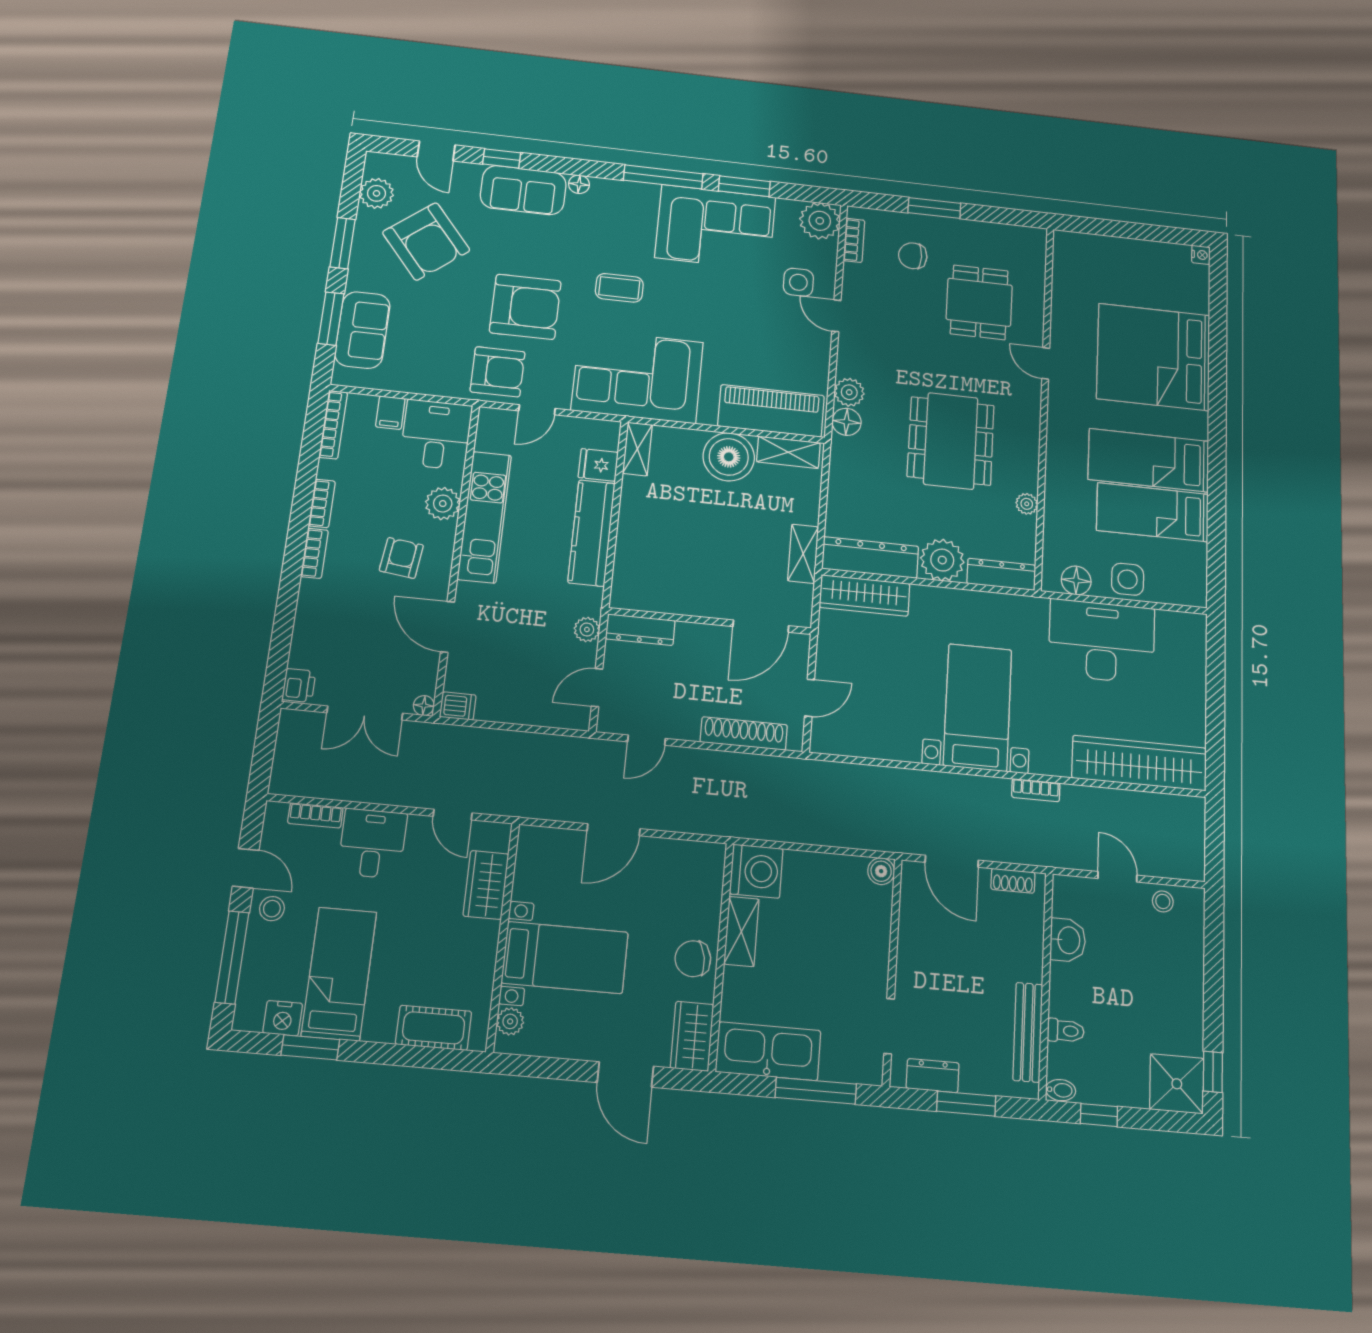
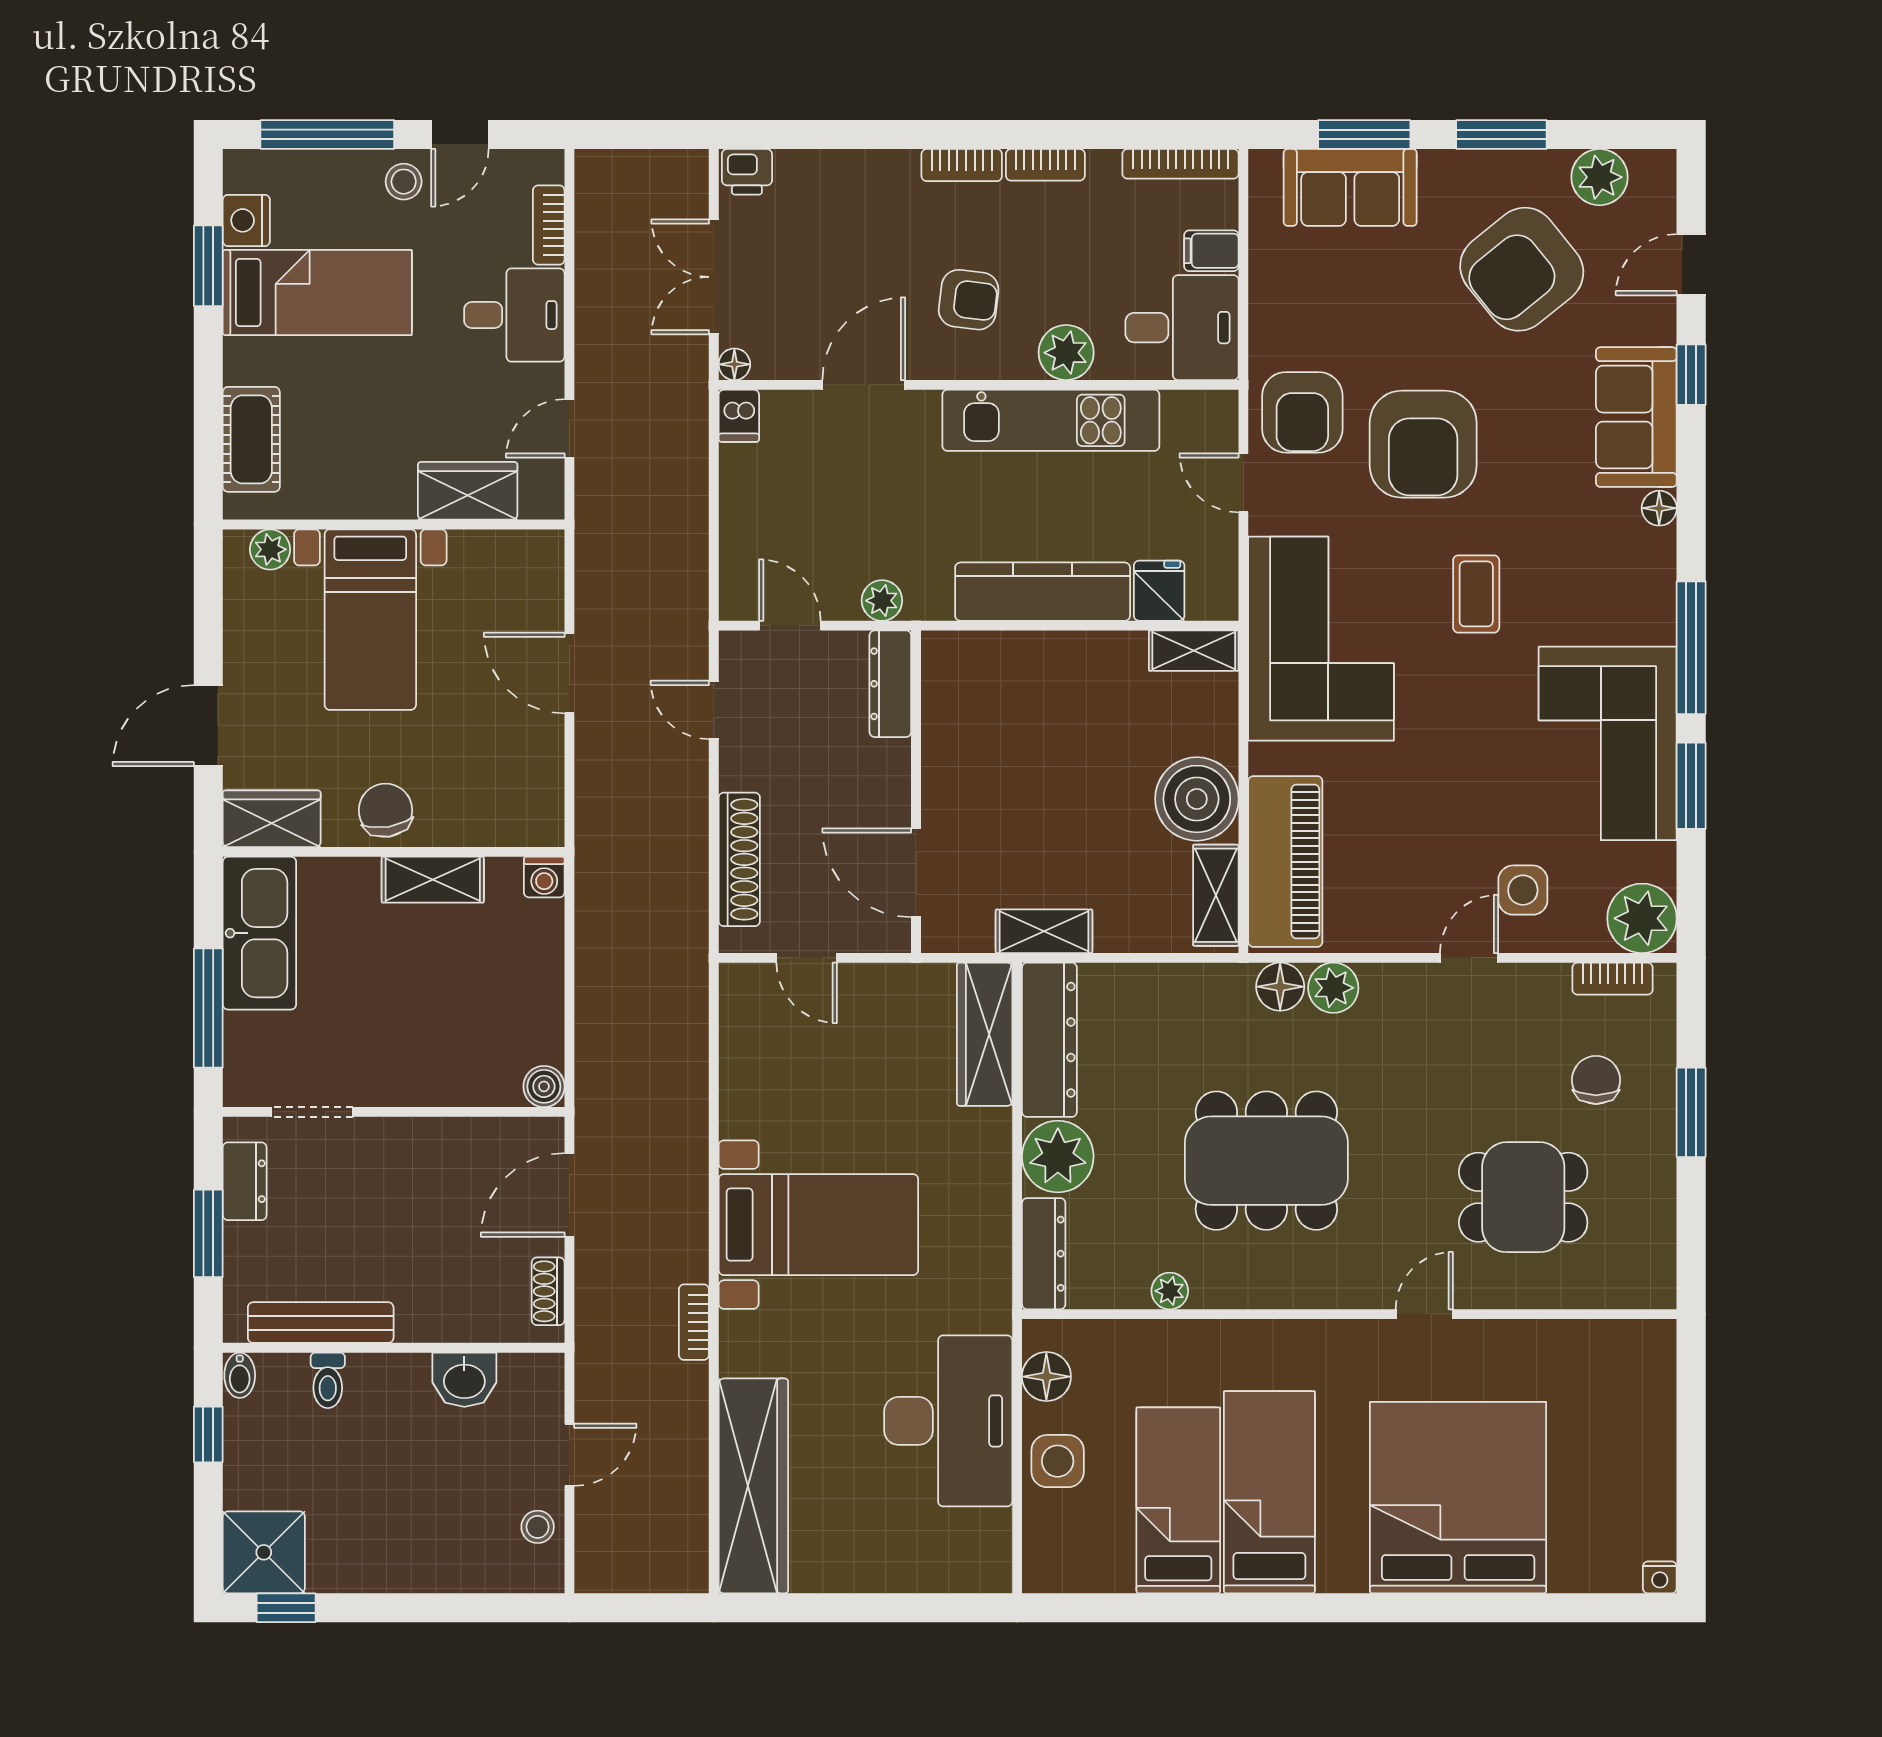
washing machine: (756, 871) -> (544, 877), width x0.53, depth x0.53

